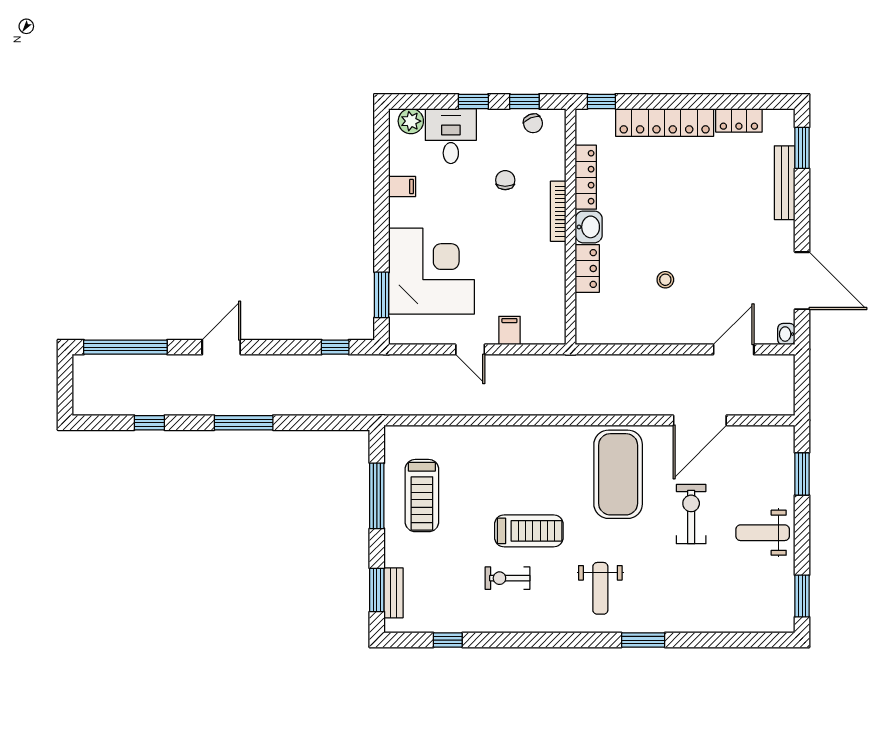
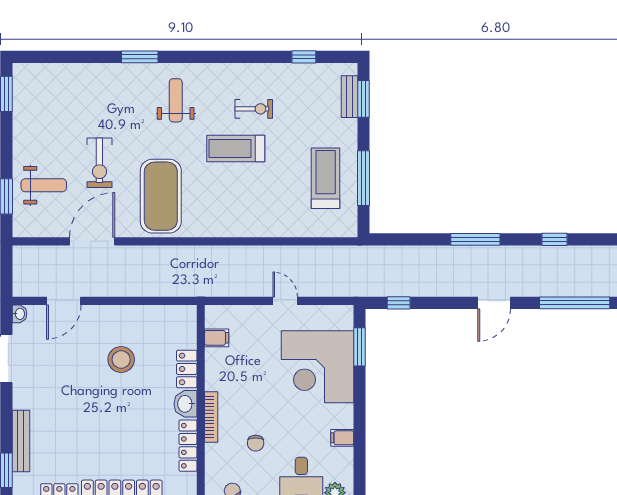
stool: (665, 280) -> (121, 360), width x1.89, depth x1.89
filing cabinet: (509, 331) -> (217, 338), moved, turned -90
weight bench: (763, 533) -> (44, 185), moved

